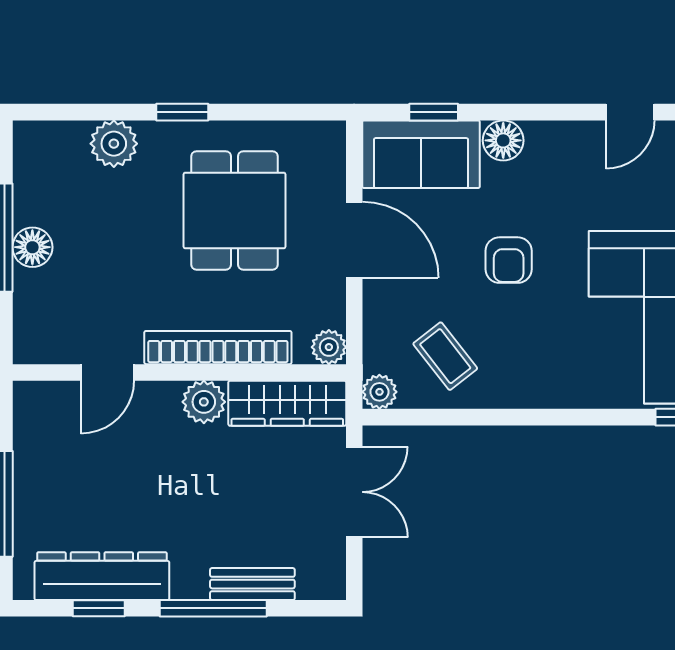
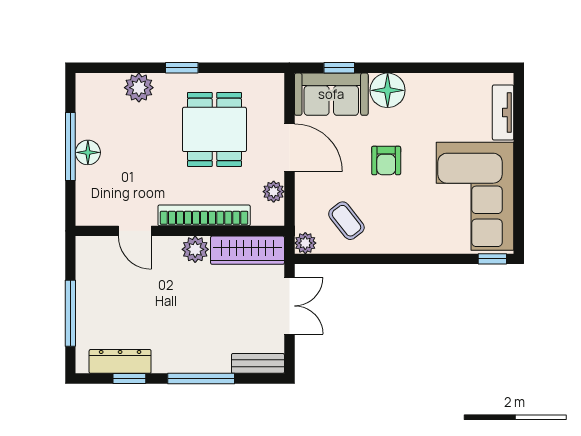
door: (630, 112) -> (462, 68), removed
floor lamp: (503, 140) -> (388, 90), width x1.38, depth x1.38
plant: (329, 347) -> (274, 192), moved
door: (107, 372) -> (135, 231), hinge flipped
dresser: (102, 576) -> (120, 361), width x0.73, depth x0.80
bench: (252, 584) -> (258, 363), moved

